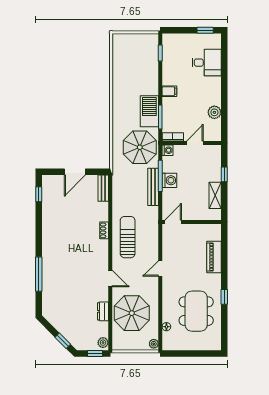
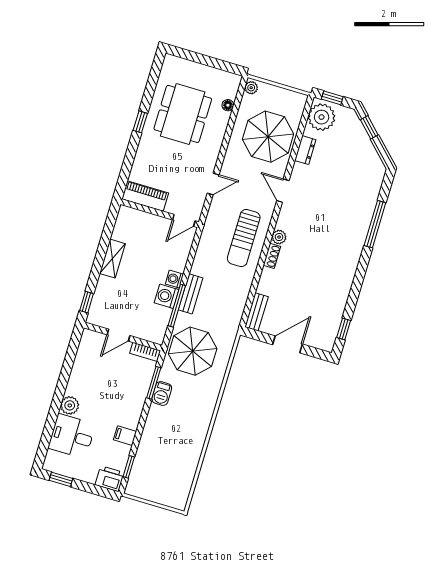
printer: (171, 41) -> (110, 479), added
filing cabinet: (169, 91) -> (125, 436), moved
barbecue: (149, 111) -> (162, 393), width x0.53, depth x0.65
plant: (214, 112) -> (70, 405), moved
washing machine: (168, 150) -> (174, 279), moved
window: (224, 174) -> (87, 302), moved
bench: (153, 187) -> (191, 294), width x0.73
door: (173, 222) -> (184, 220), moved
wall: (192, 222) -> (160, 213), moved
plant: (103, 245) -> (279, 237), added
piano: (214, 257) -> (145, 196), moved, turned -90
plant: (103, 343) -> (322, 117), width x1.88, depth x1.88

